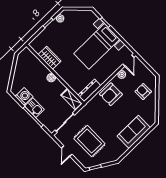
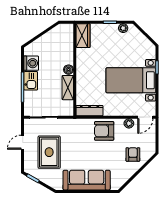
wardrobe: (50, 58) -> (83, 36), moved
shelving: (71, 99) -> (68, 88), moved
sofa: (134, 132) -> (87, 180), width x1.36

